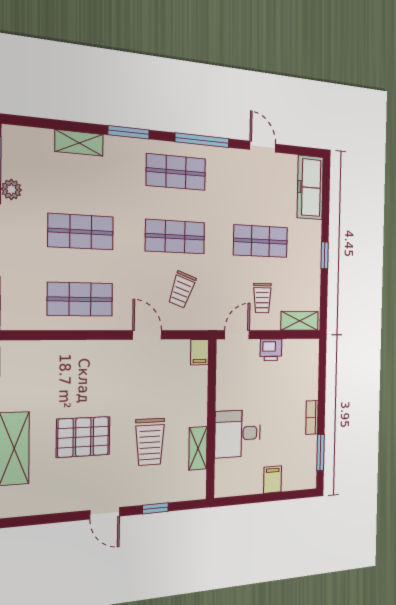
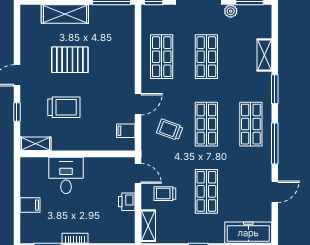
filing cabinet: (200, 352) -> (126, 131), moved
pallet: (83, 437) -> (70, 60), turned 90
trolley: (150, 442) -> (64, 107), turned 180
shelving: (198, 448) -> (35, 144), moved

